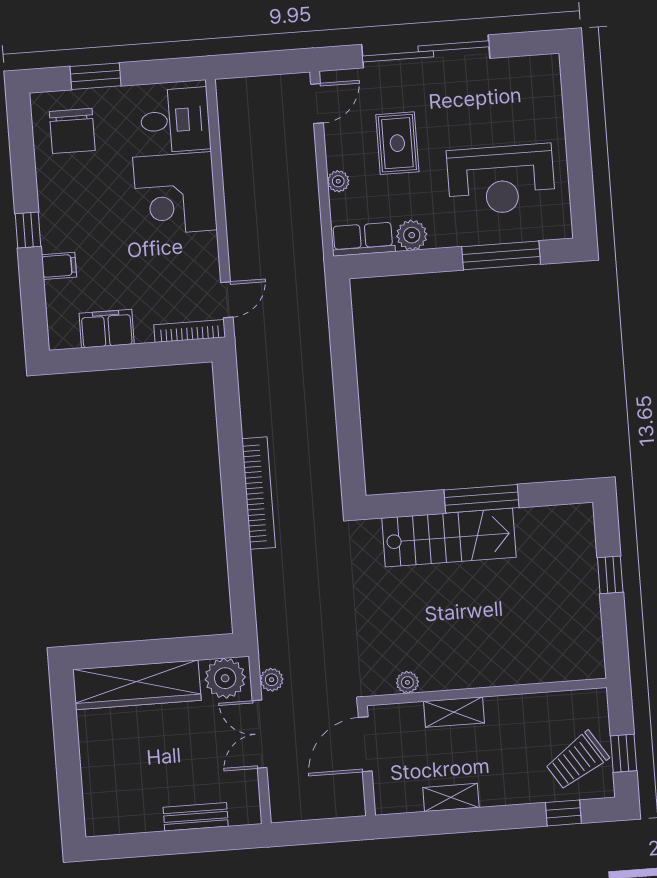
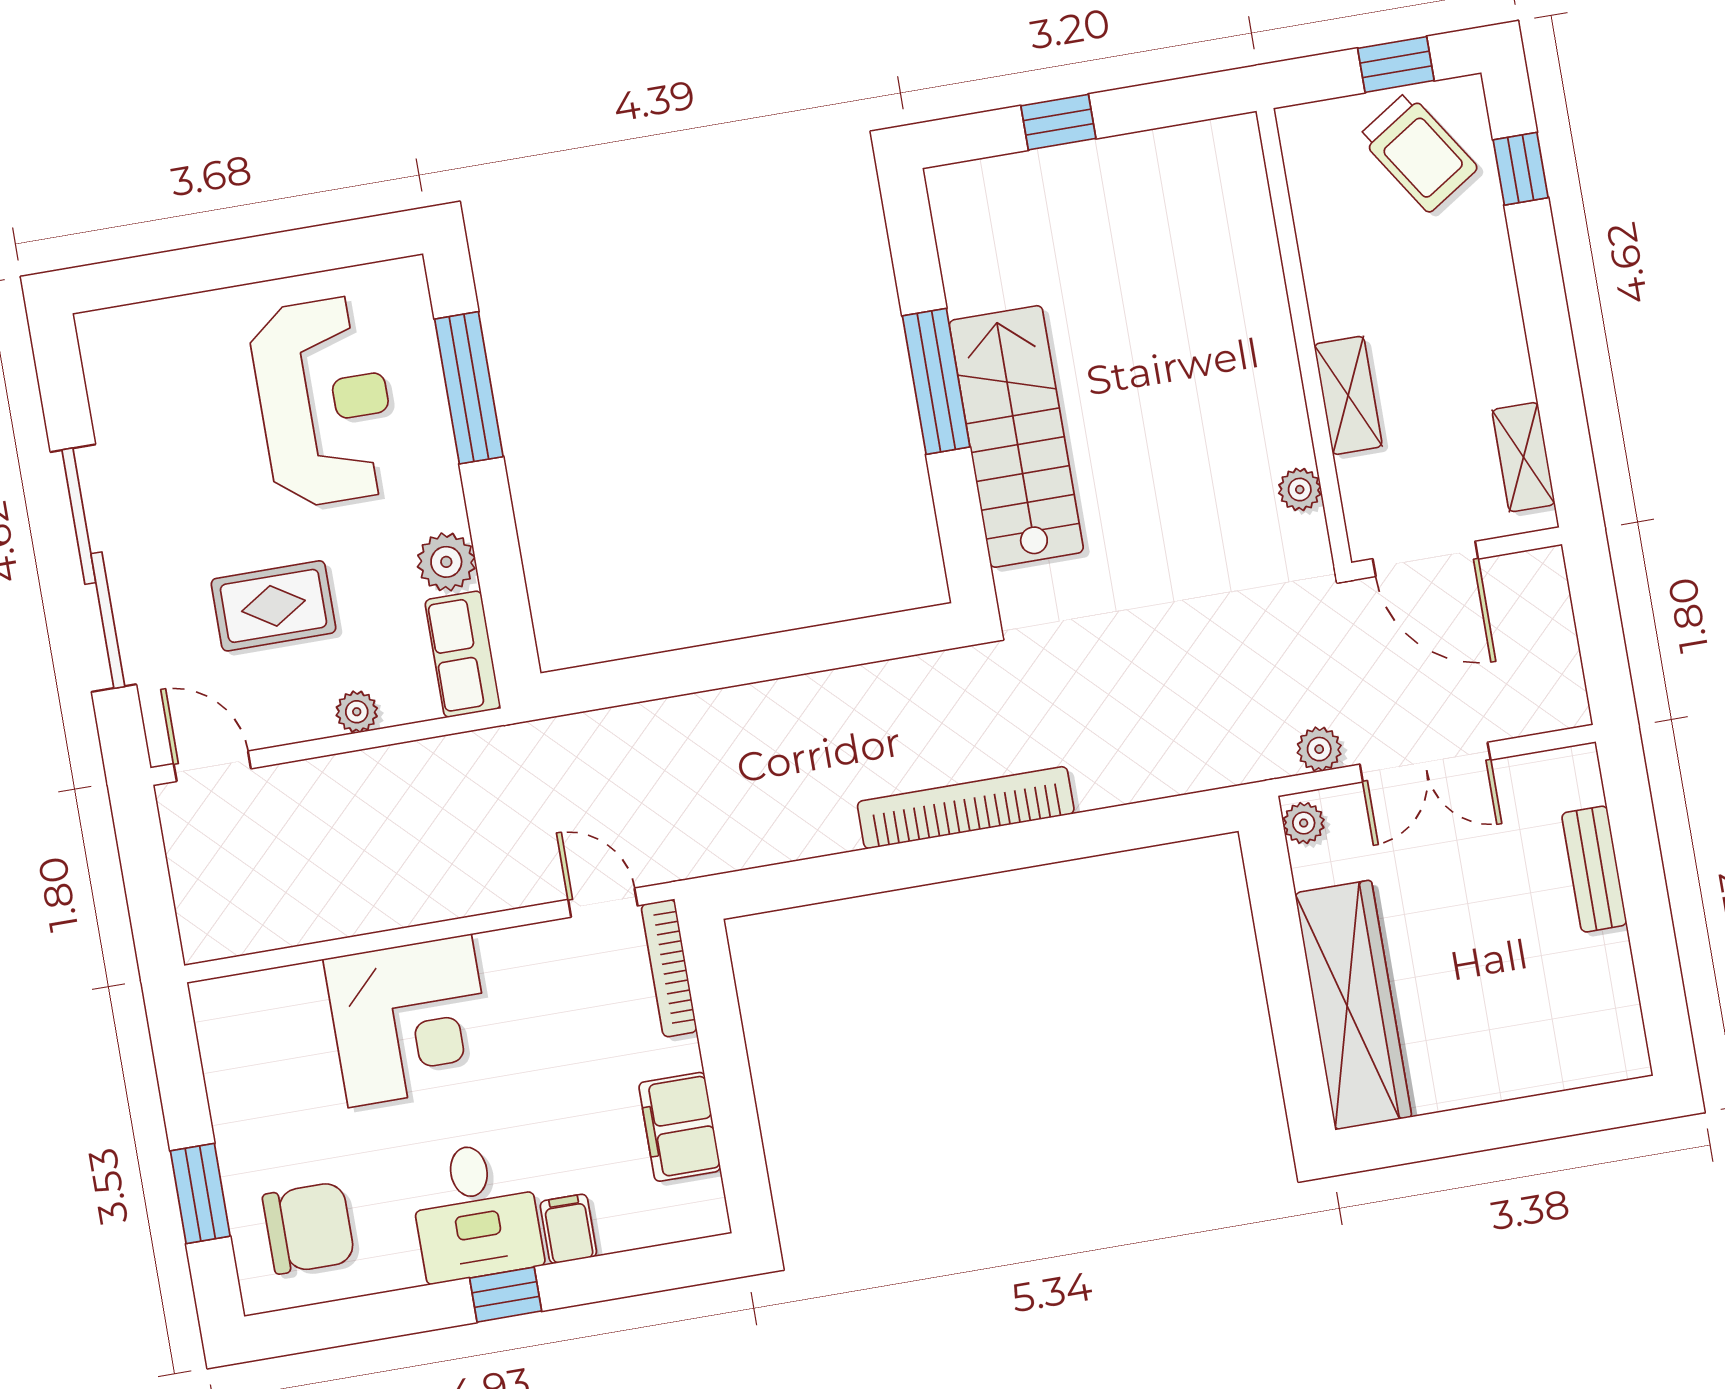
desk: (175, 120) -> (476, 1211), moved, turned 180
plant: (225, 678) -> (1304, 823), width x0.53, depth x0.53
shelving: (451, 797) -> (1524, 457), moved

